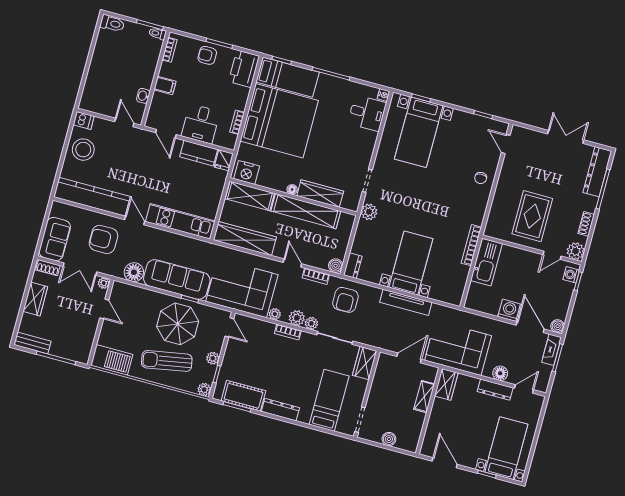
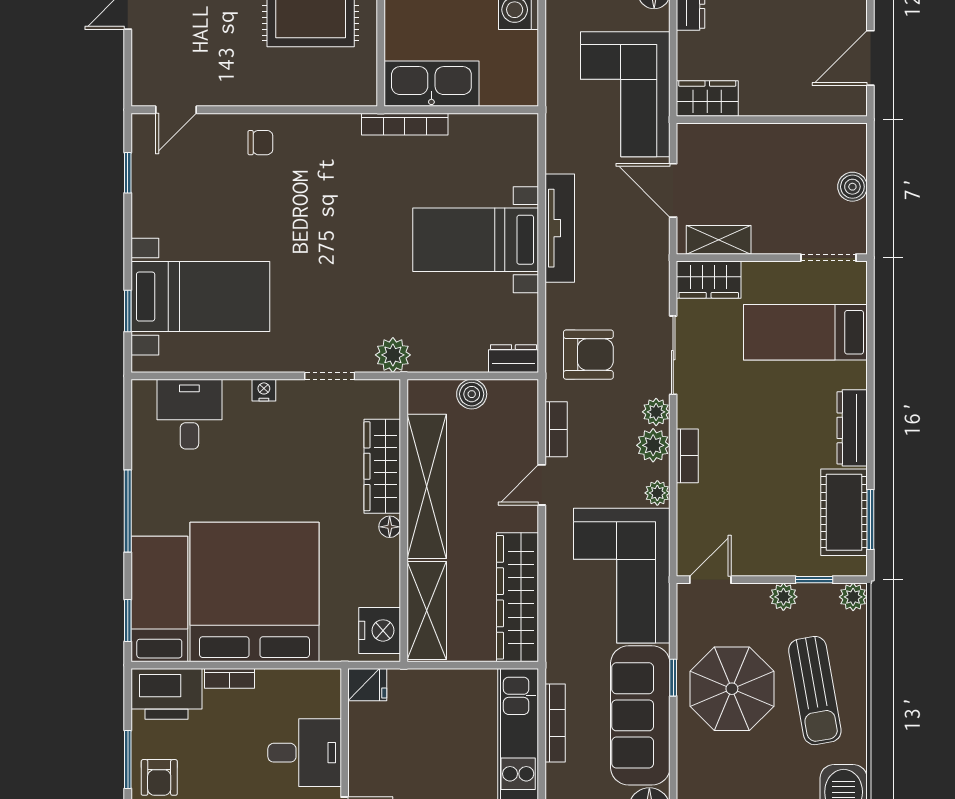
nightstand: (384, 95) -> (264, 390), moved
bookcase: (237, 122) -> (230, 678), moved
kitchen counter: (199, 153) -> (367, 741), removed
bookcase: (184, 240) -> (555, 723), added
boiler: (336, 266) -> (472, 394), moved
shelving: (424, 397) -> (719, 240), moved

